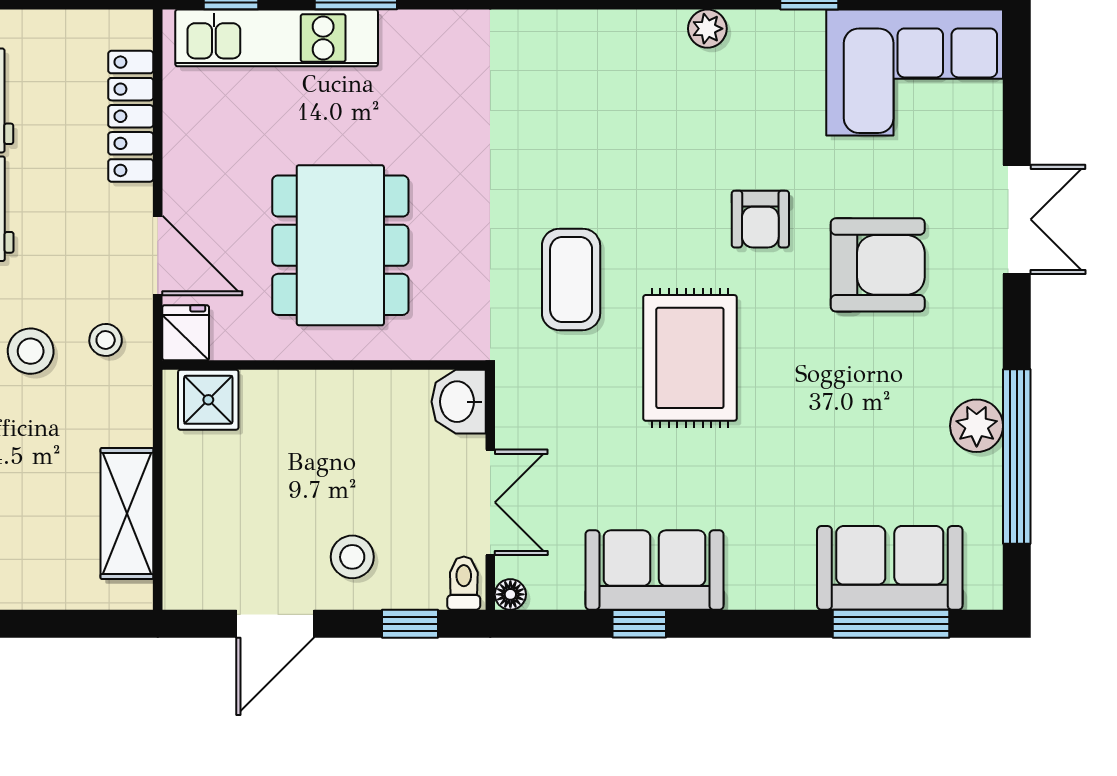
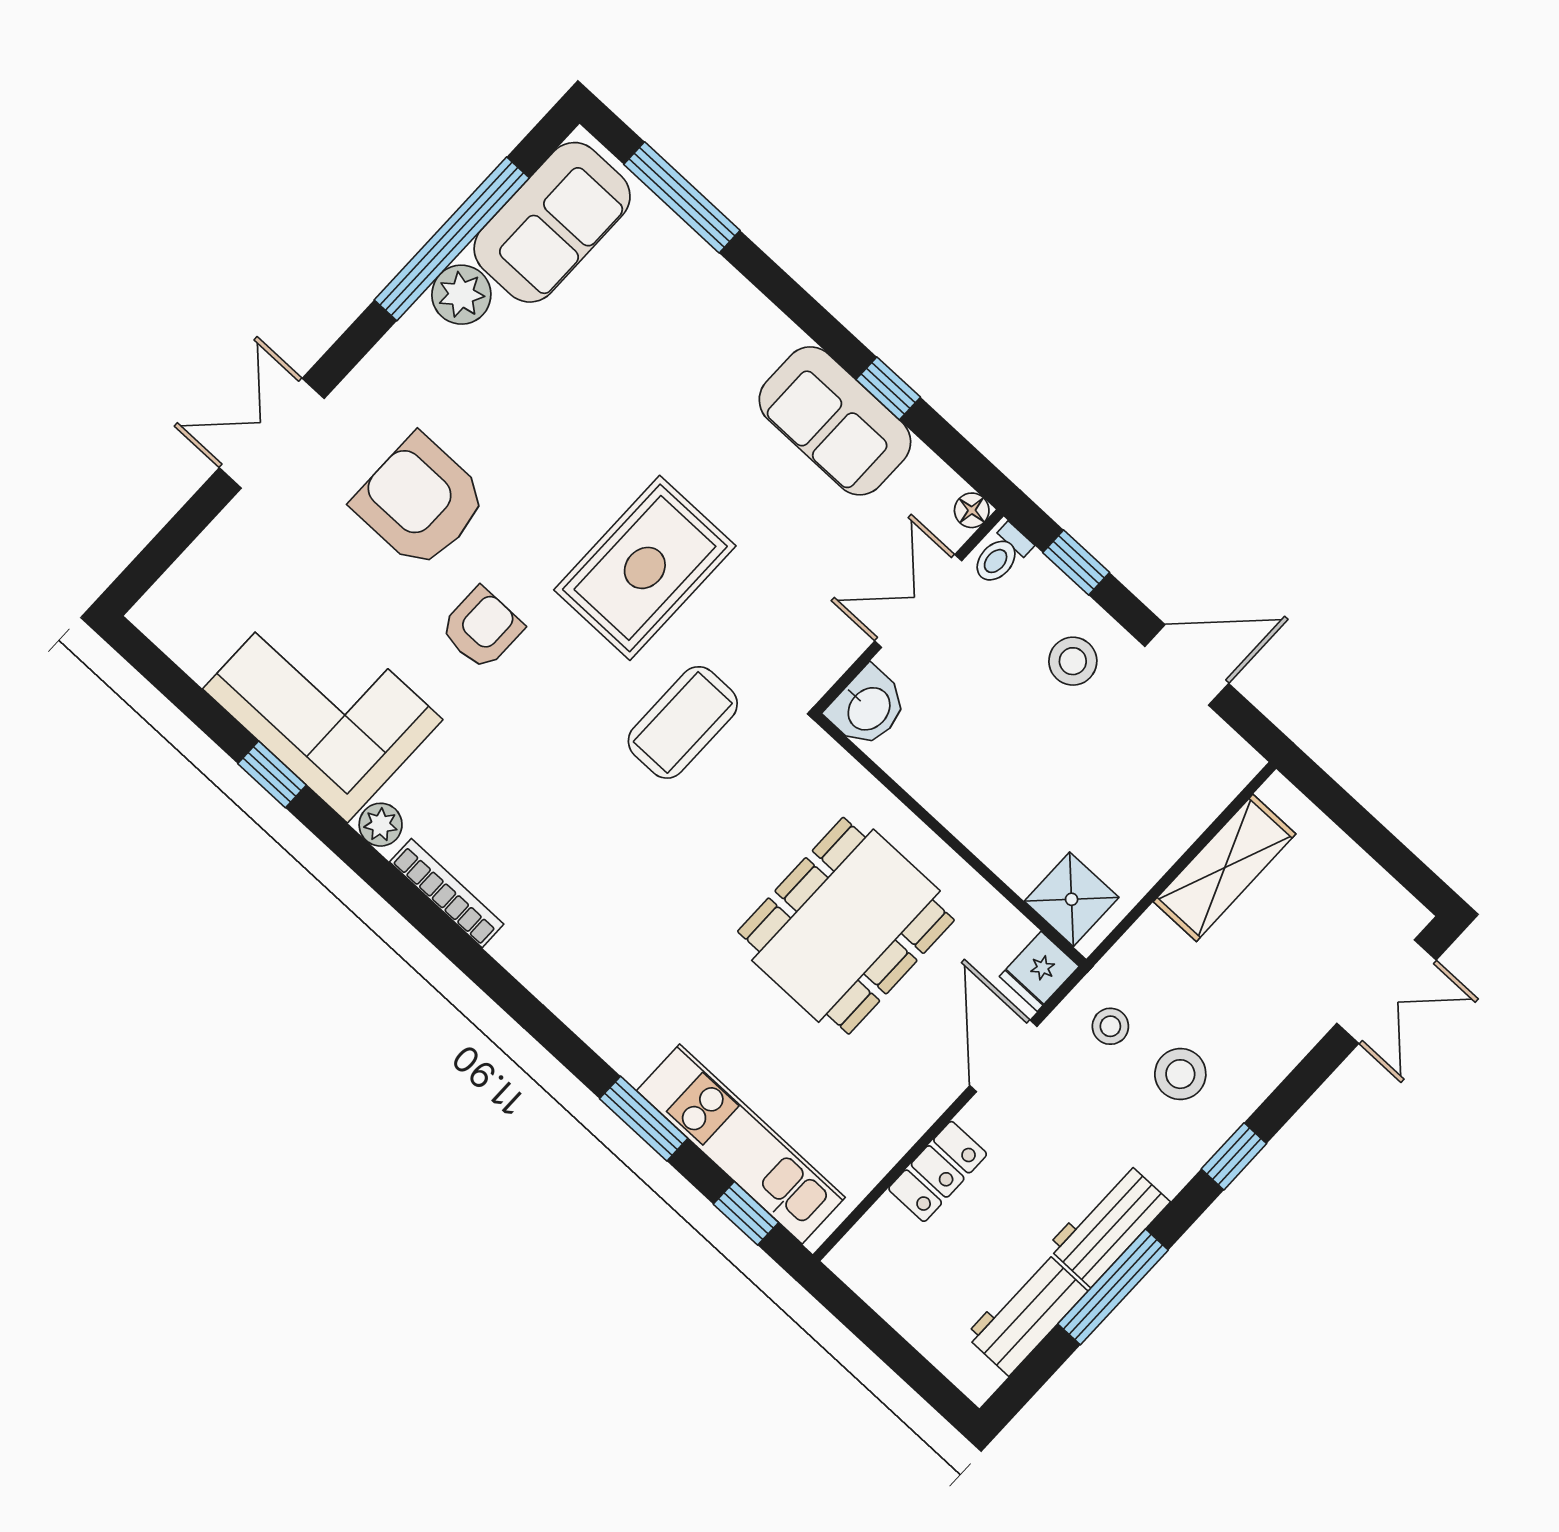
bookcase: (622, 24) -> (447, 893), added
corner sofa: (915, 72) -> (323, 704), moved
locker: (131, 116) -> (938, 1171), width x0.66
sofa: (890, 568) -> (552, 222), moved, turned -90

